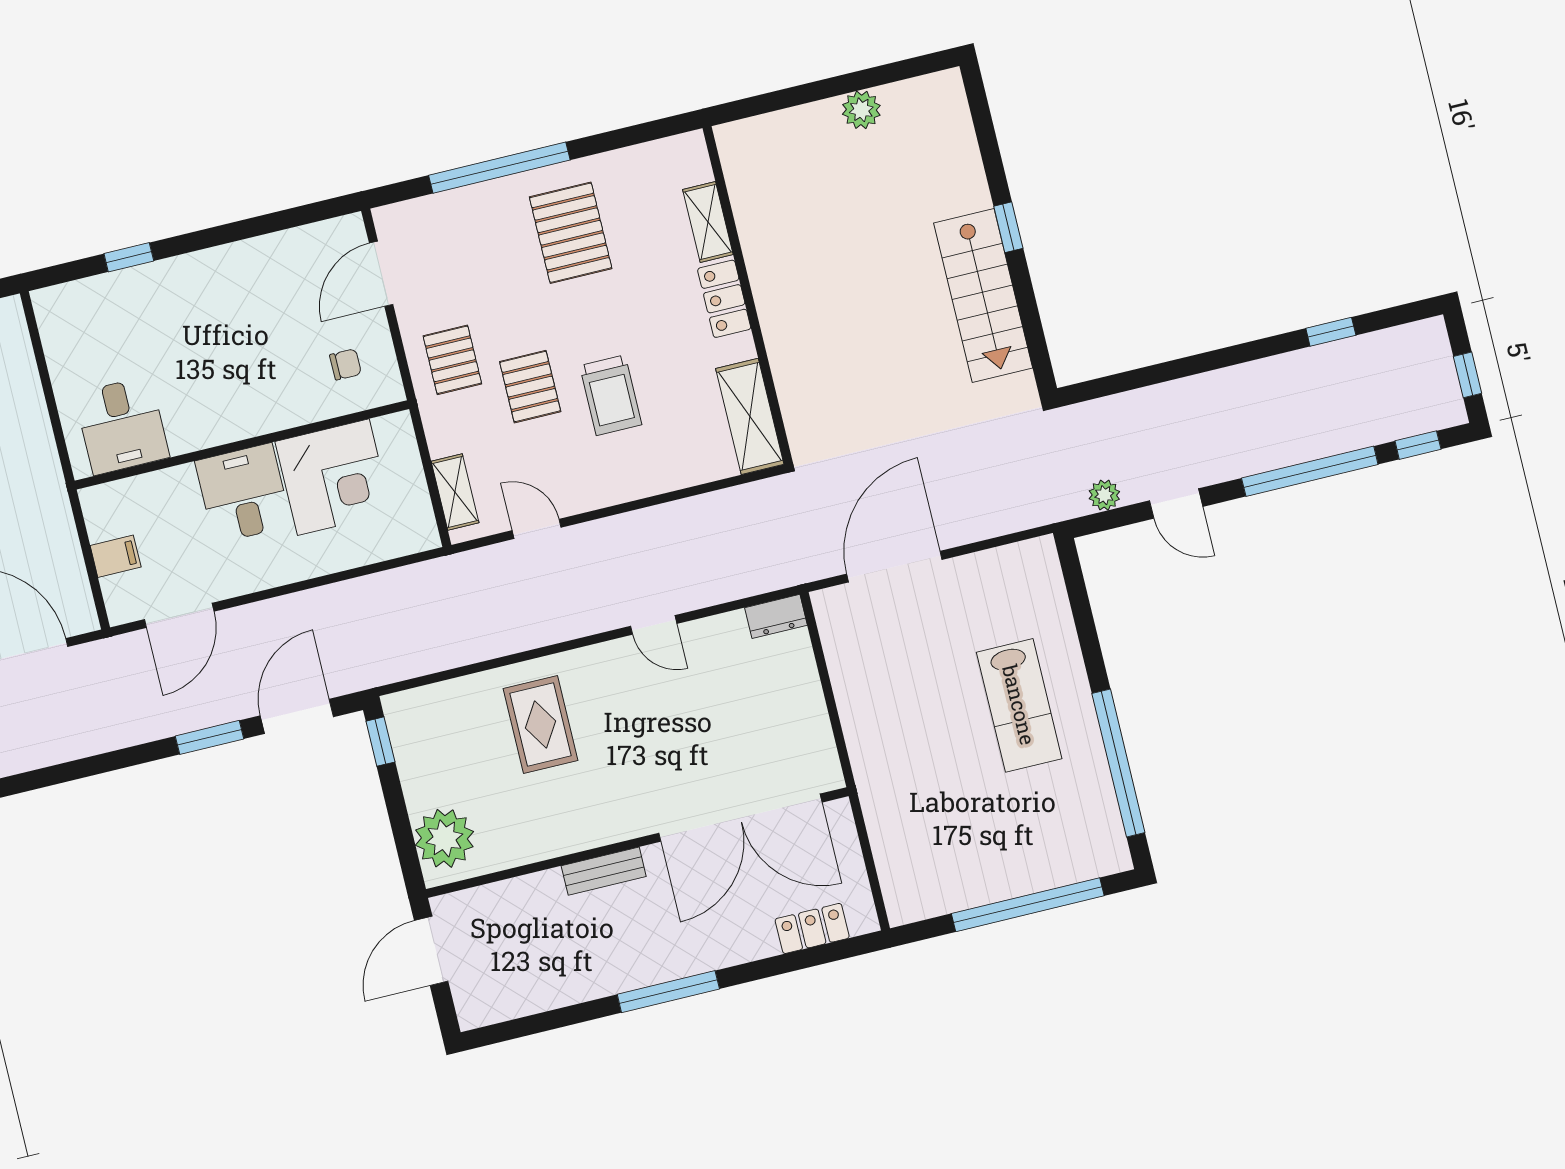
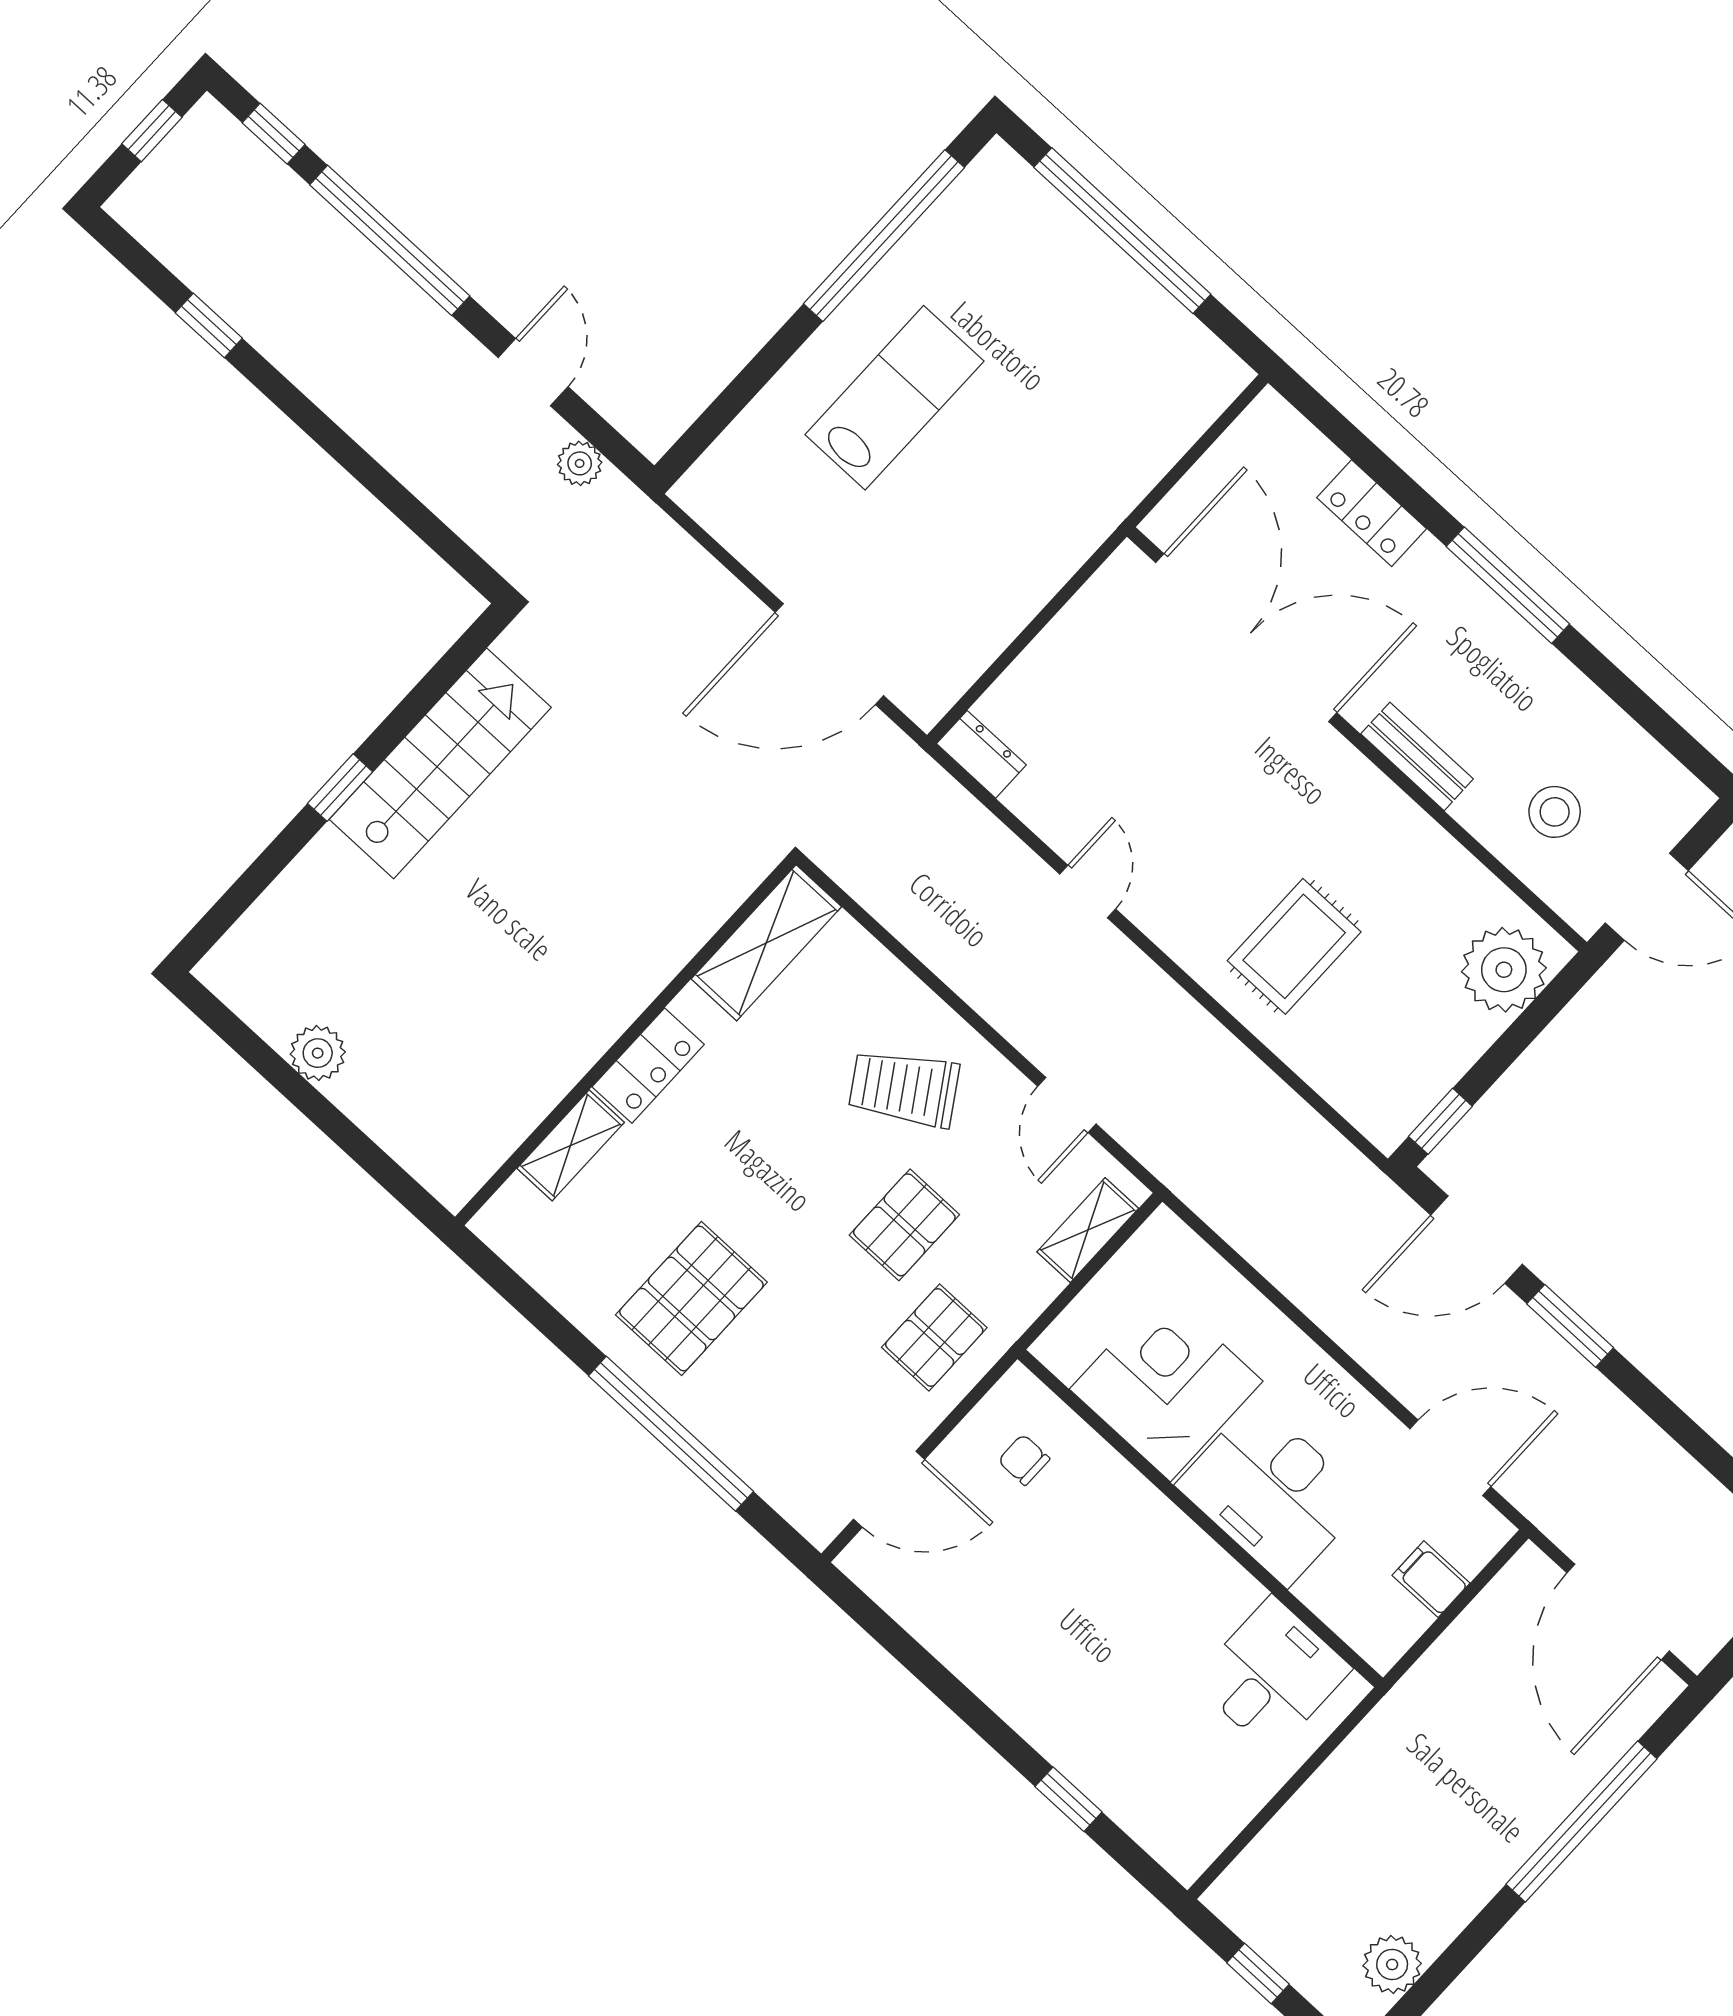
trolley: (611, 395) -> (904, 1088), moved, turned -123
desk: (243, 493) -> (1272, 1493), width x1.37
locker: (812, 928) -> (1372, 513), moved
stool: (517, 930) -> (1555, 812), added

